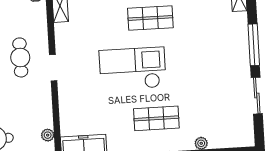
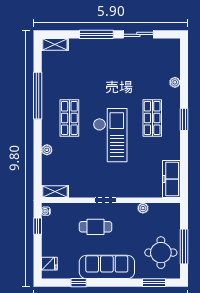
checkout: (133, 69) -> (110, 135), turned 180
plant: (48, 135) -> (143, 208), moved

